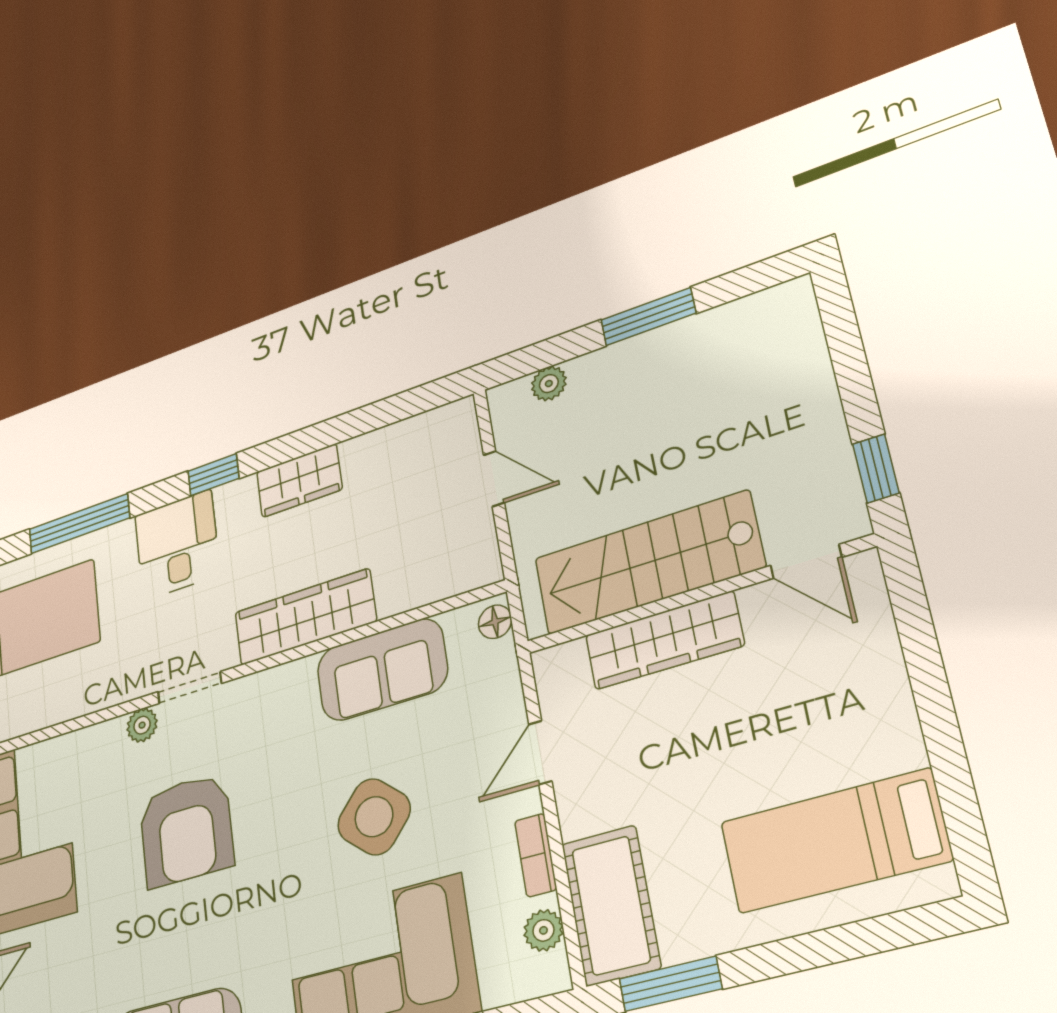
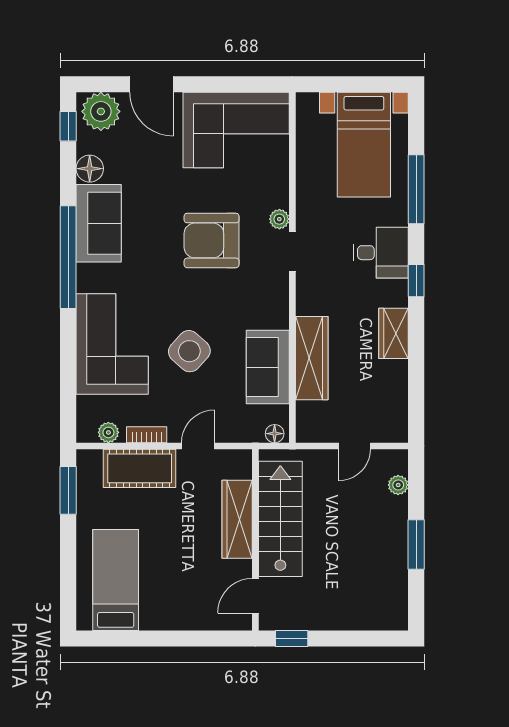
wardrobe: (305, 617) -> (312, 358), moved
door: (540, 753) -> (198, 446), hinge flipped
cot: (611, 905) -> (140, 468), moved

